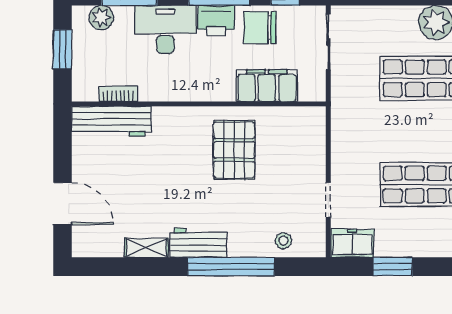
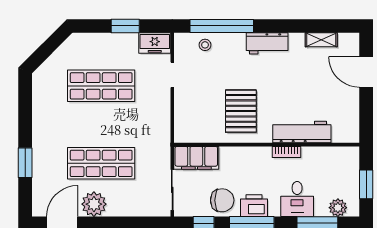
desk: (165, 29) -> (297, 199), width x0.73
filing cabinet: (267, 86) -> (196, 158), moved
bookcase: (118, 94) -> (287, 152), moved
workbench: (111, 121) -> (302, 132), moved
shelving: (146, 248) -> (321, 40), moved
window: (231, 267) -> (222, 26), moved

